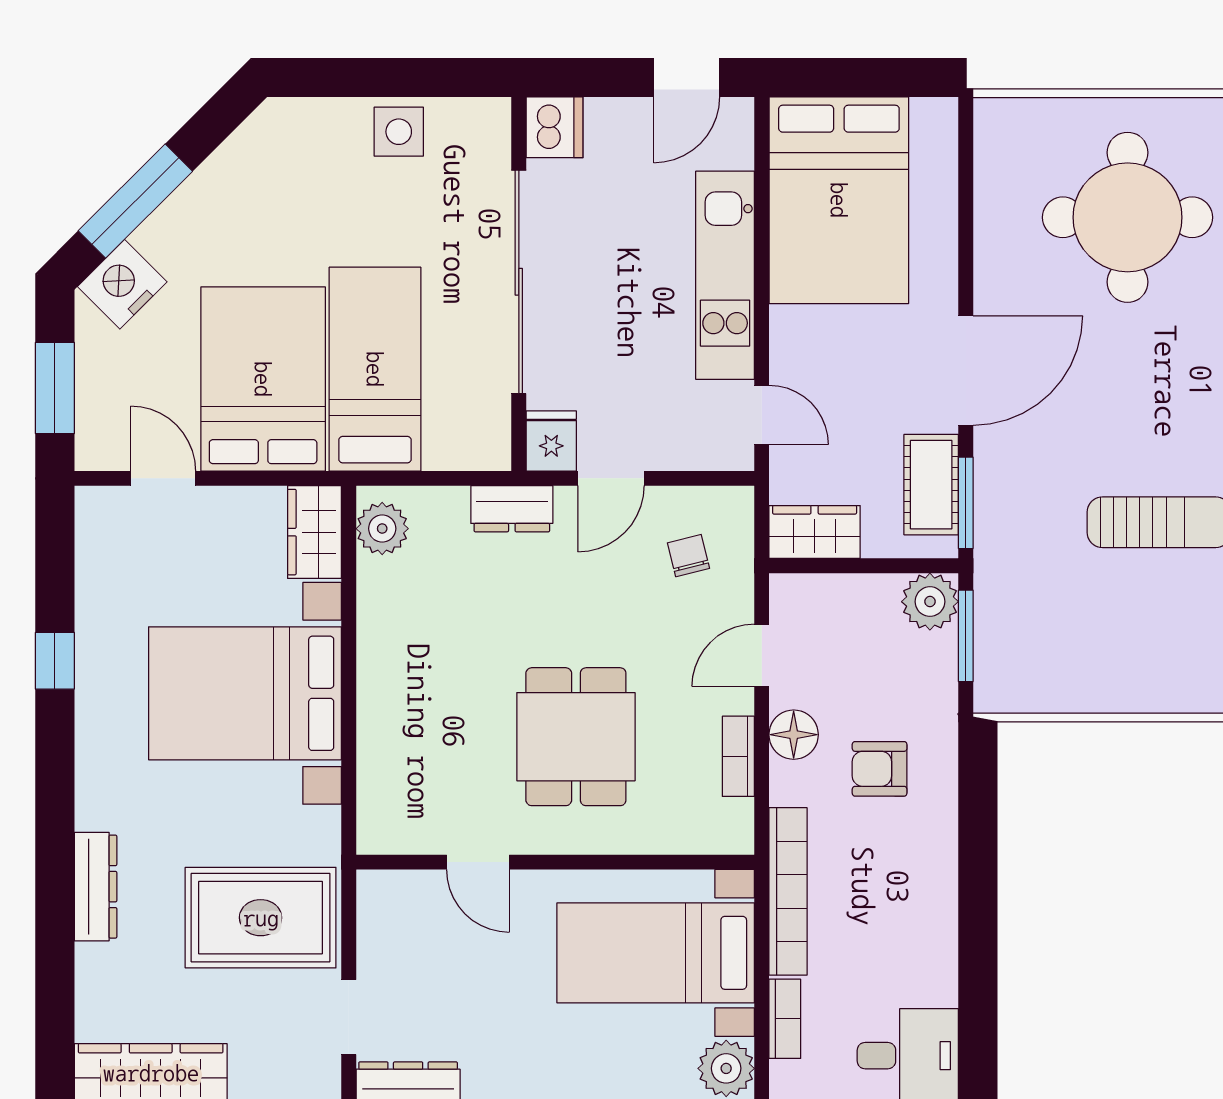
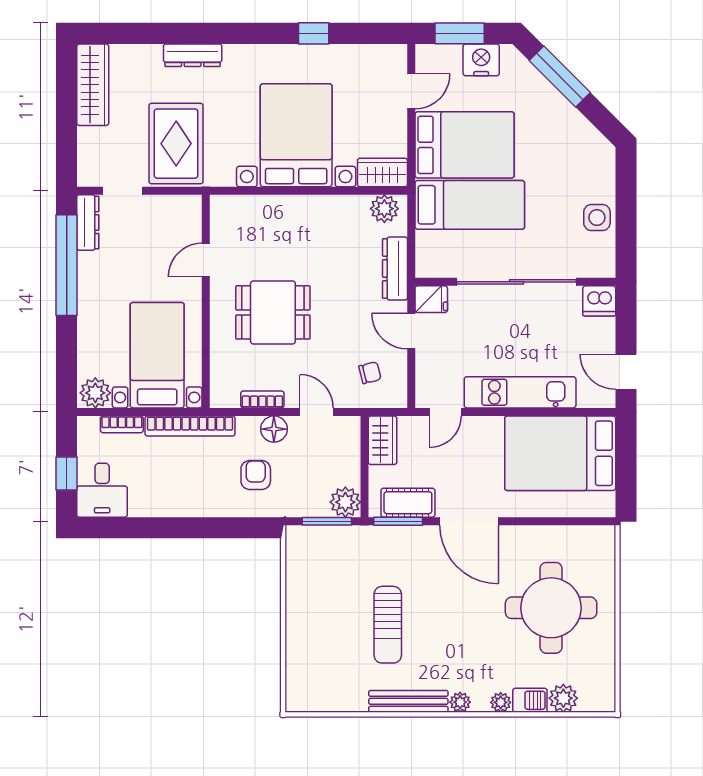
nightstand: (122, 284) -> (481, 60), moved, turned -45
dresser: (512, 509) -> (395, 268), width x1.44

